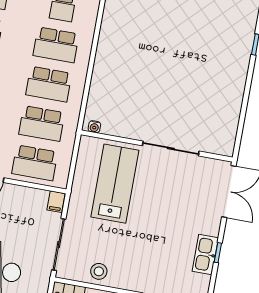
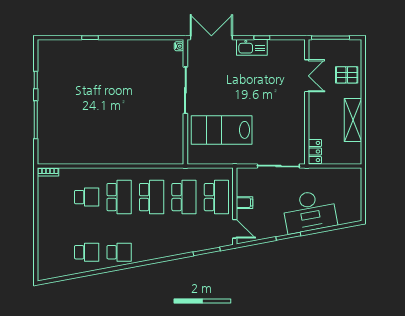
water cooler: (94, 127) -> (179, 46), moved
filing cabinet: (56, 202) -> (245, 203), moved
kitchen sink: (205, 254) -> (252, 47), moved
stool: (99, 271) -> (294, 130), removed

